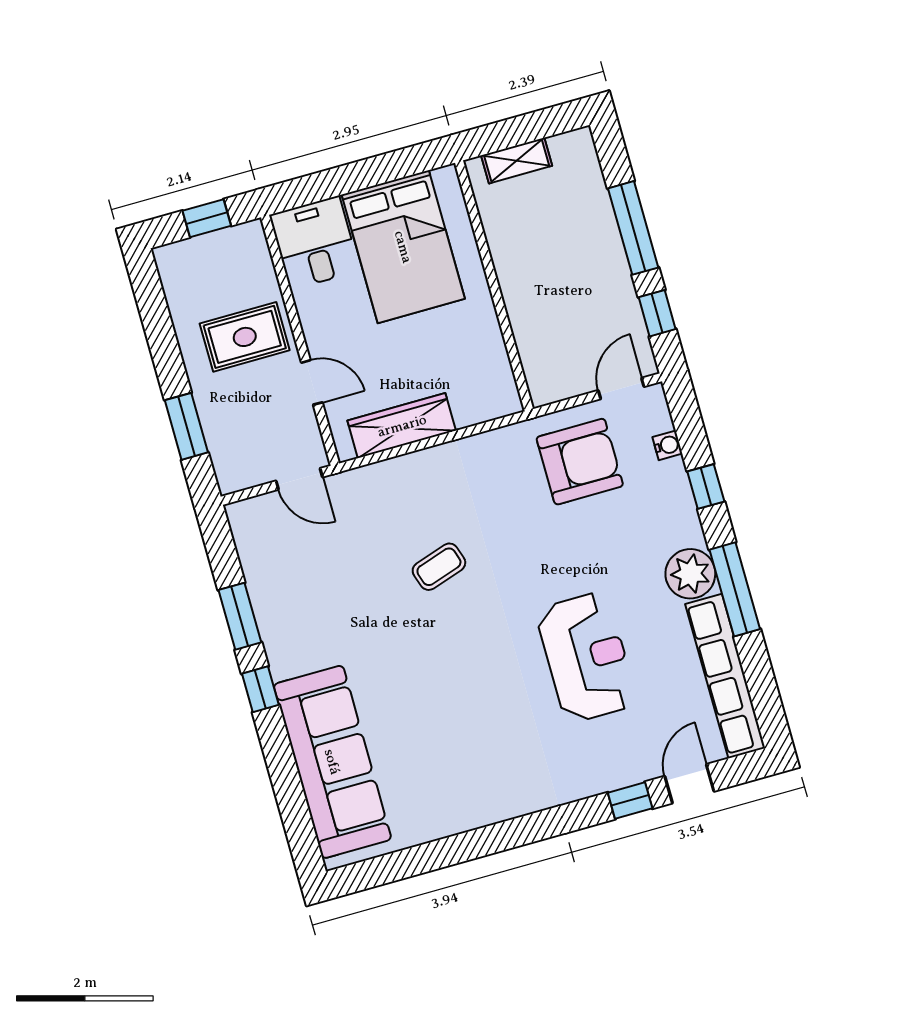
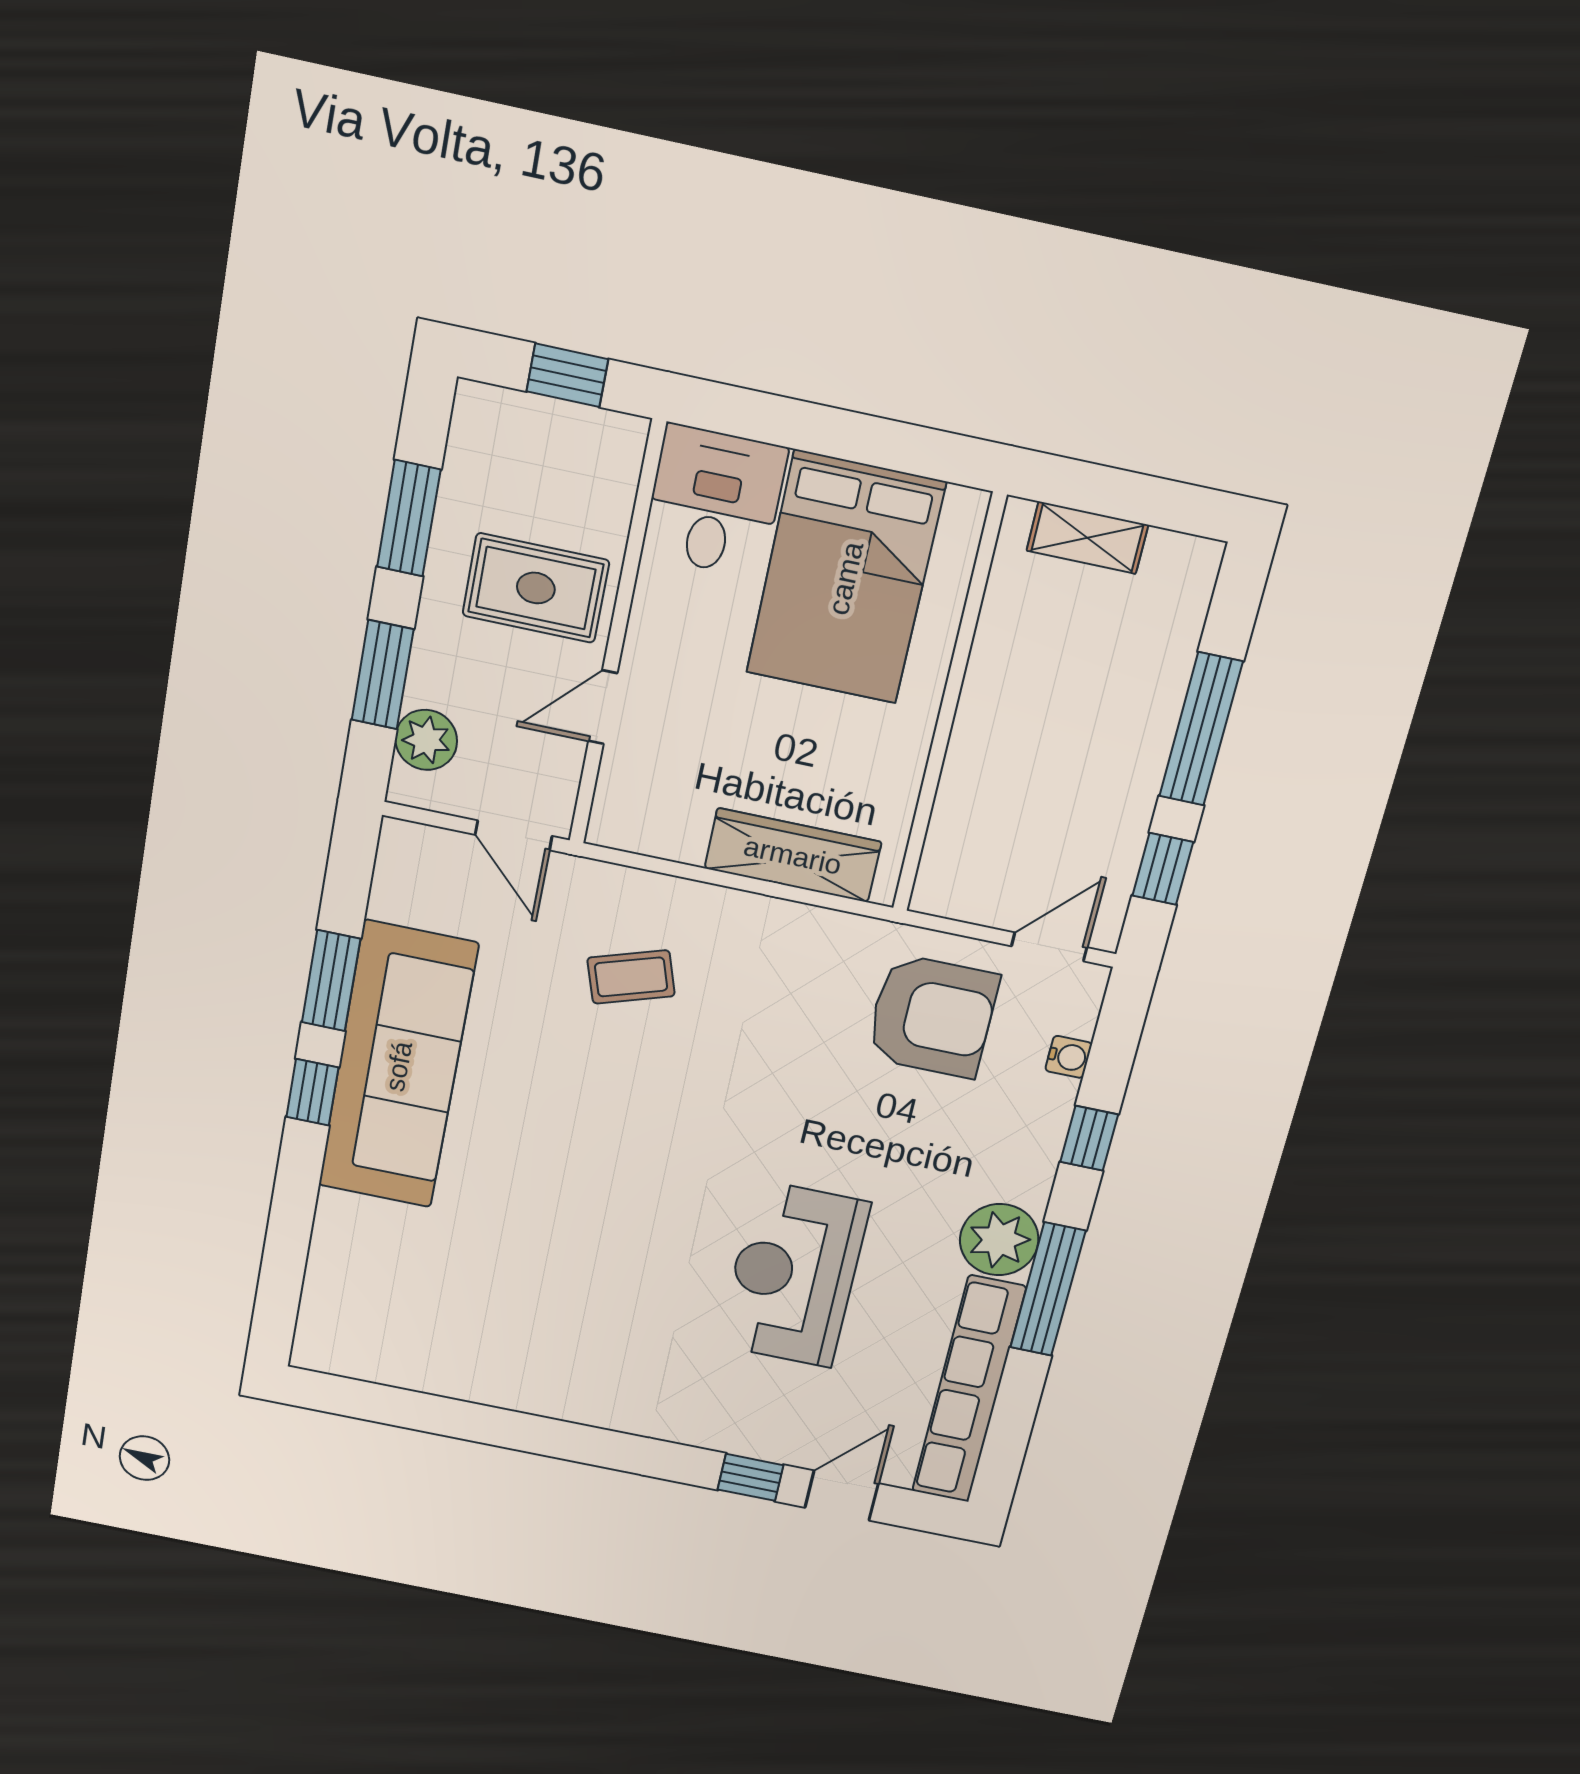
window: (161, 335) -> (409, 518), added
door: (312, 382) -> (603, 707), swing flipped
wardrobe: (402, 426) -> (793, 855), moved
plant: (227, 450) -> (426, 740), added
coffee table: (439, 567) -> (631, 977), moved
reception desk: (586, 657) -> (794, 1274), turned 180
sofa: (332, 762) -> (398, 1066), moved

